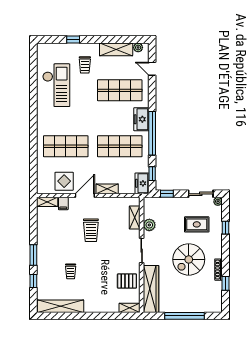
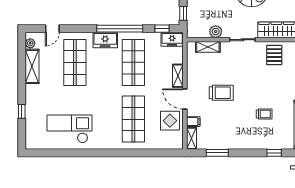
trolley: (85, 65) -> (48, 99), removed
window: (33, 255) -> (217, 153), moved

